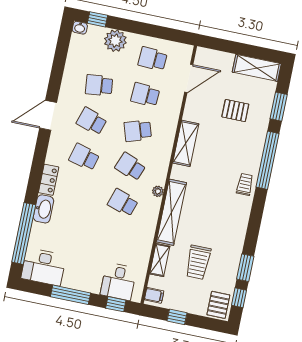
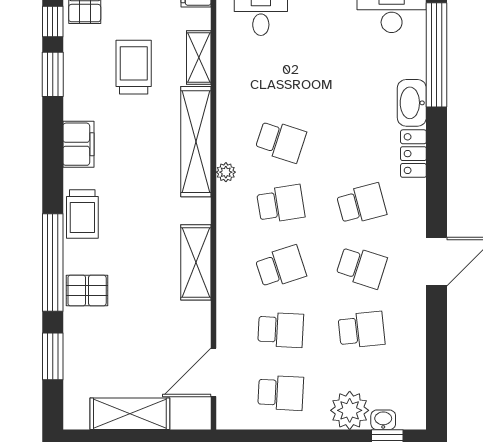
washbasin: (80, 28) -> (383, 420), moved
shelving: (257, 68) -> (130, 414), moved
pallet: (235, 111) -> (87, 291), moved
school desk: (84, 157) -> (362, 204), turned -30
school desk: (130, 167) -> (281, 204), turned -30
trolley: (245, 184) -> (82, 214), width x1.36, depth x1.39
filing cabinet: (239, 225) -> (78, 144), added

